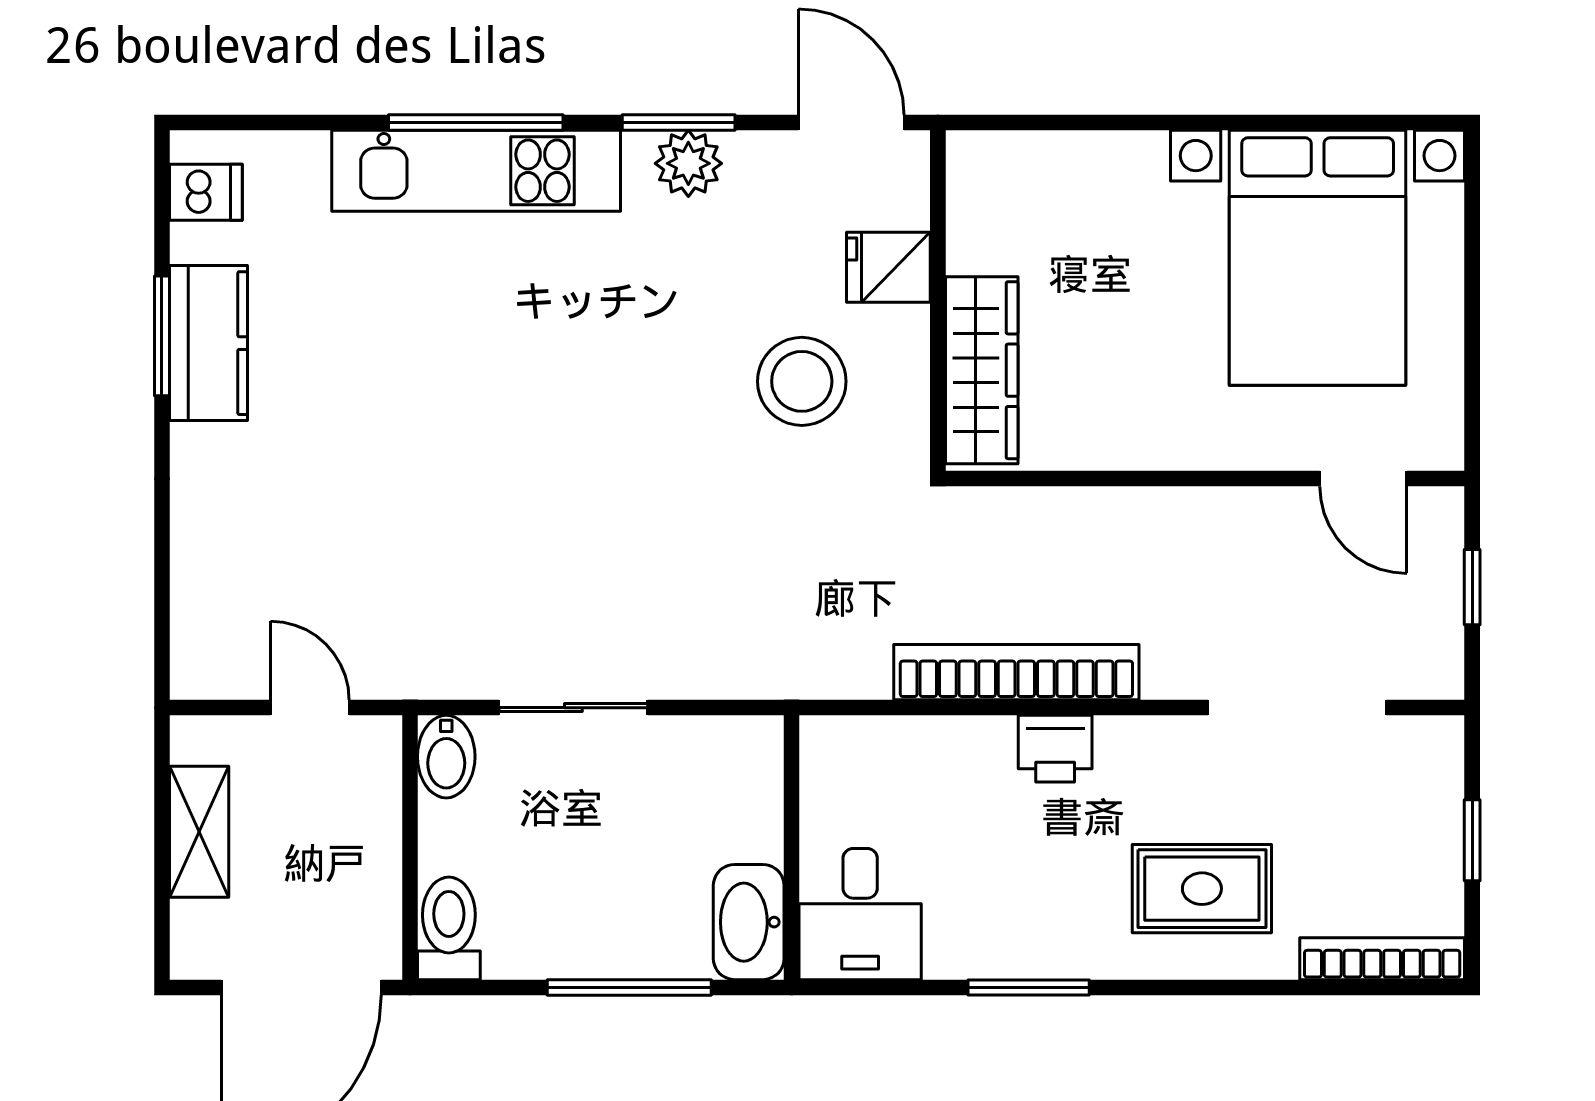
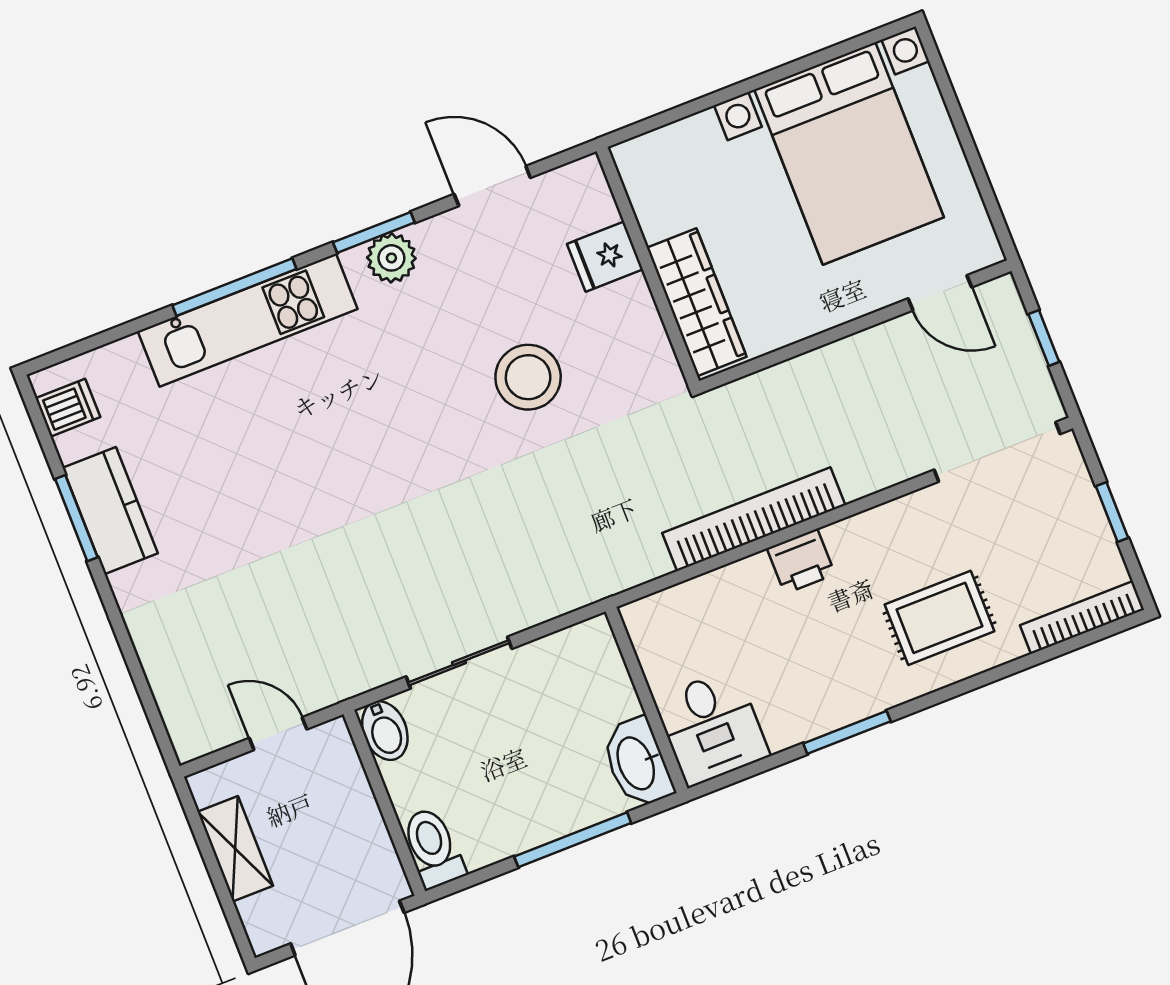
fridge: (888, 267) -> (605, 257), moved
wall: (938, 300) -> (648, 266), moved
wardrobe: (982, 370) -> (697, 302), moved
doorway: (1297, 708) -> (997, 452), moved

